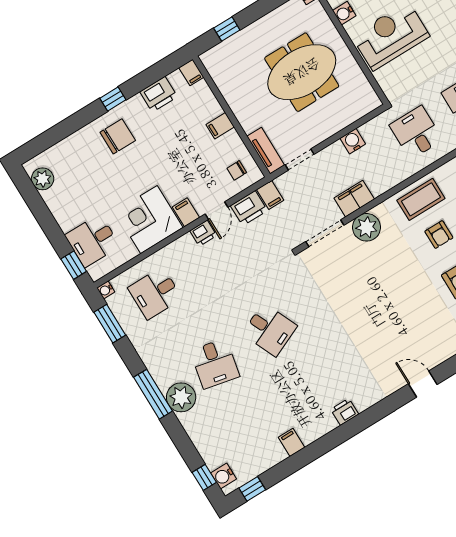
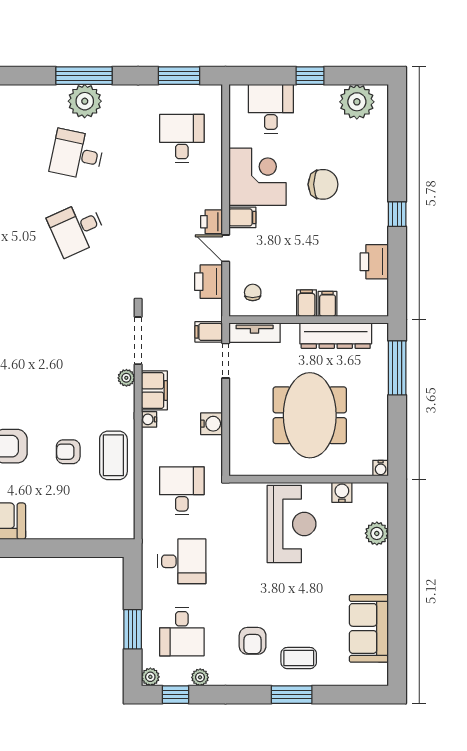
window: (227, 29) -> (397, 368), width x2.17
filing cabinet: (191, 72) -> (328, 304), moved, turned 90
dresser: (231, 89) -> (336, 336), added
desk: (416, 133) -> (182, 491), turned -90
chair: (118, 136) -> (323, 184), moved, turned -90
plant: (43, 179) -> (357, 102), width x1.36, depth x1.36
filing cabinet: (270, 195) -> (209, 332), moved
plant: (366, 227) -> (126, 378), width x0.53, depth x0.53
window: (74, 265) -> (310, 76), moved
water cooler: (106, 290) -> (149, 419), moved, turned -90
plant: (181, 397) -> (85, 101), moved

